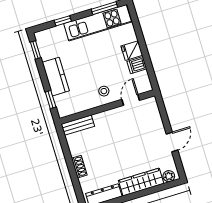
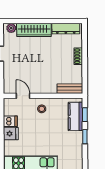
window: (36, 50) -> (85, 137), moved
kitchen counter: (56, 77) -> (75, 116), moved
door: (131, 100) -> (23, 96), swing flipped

